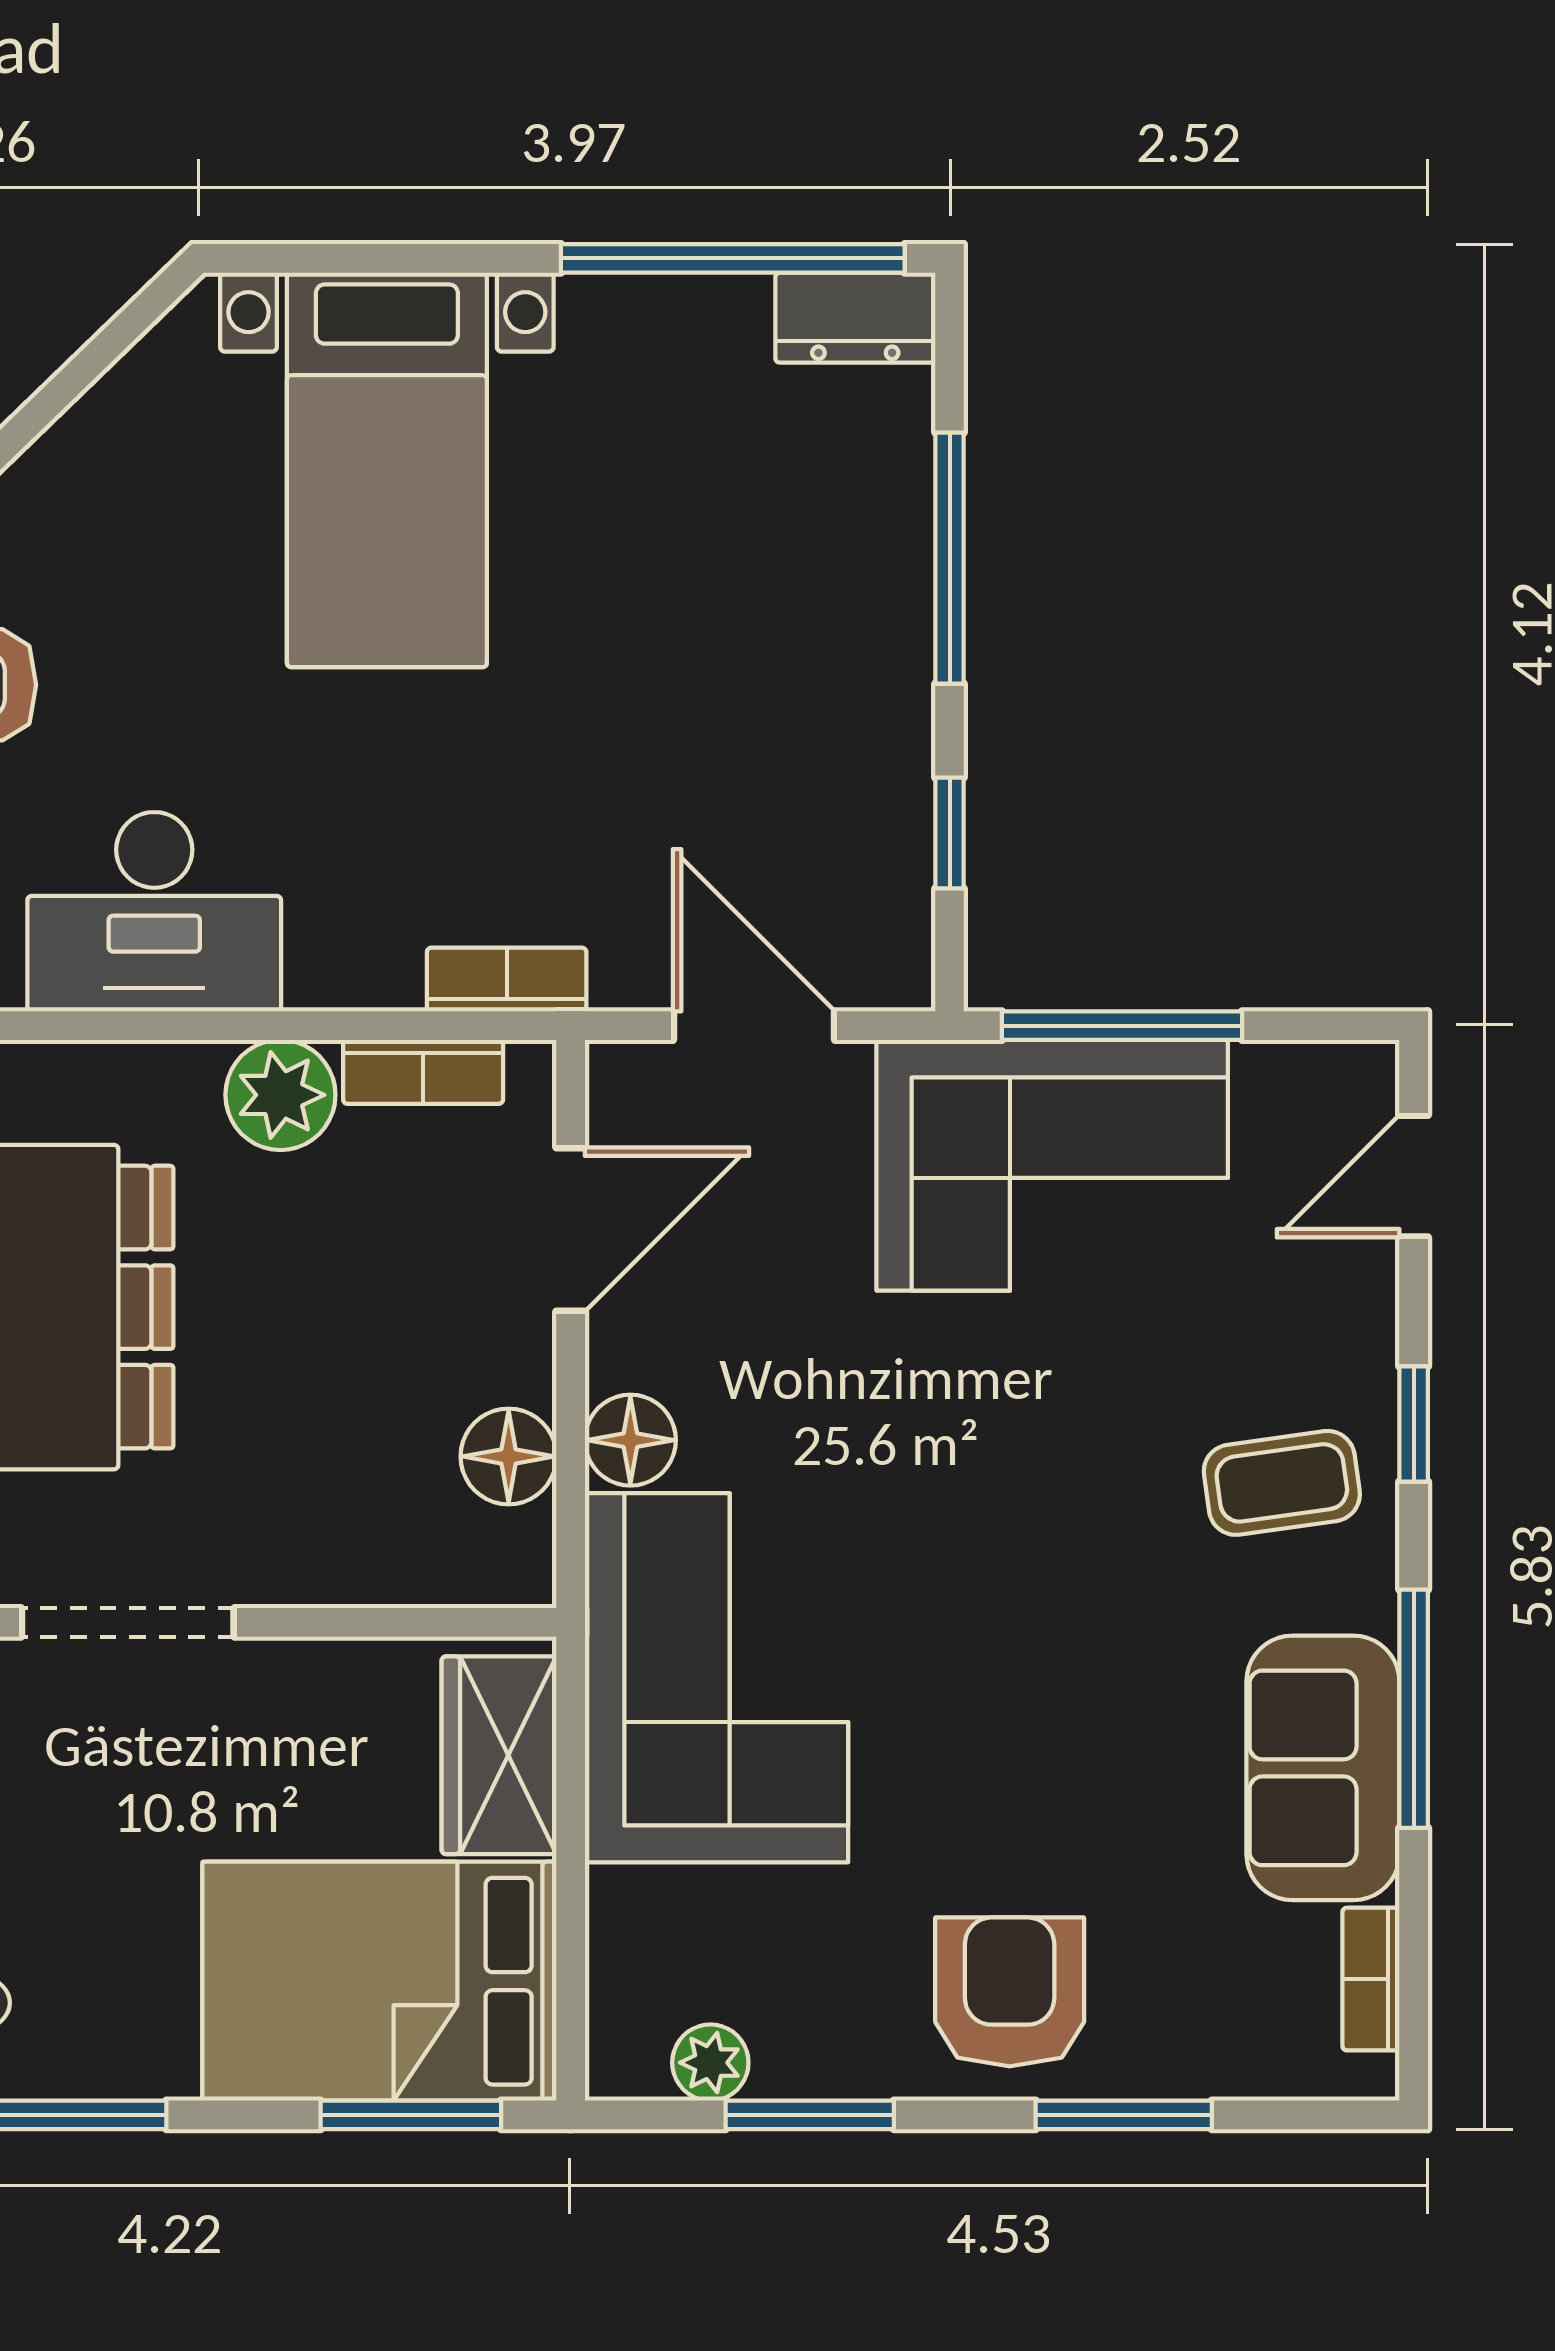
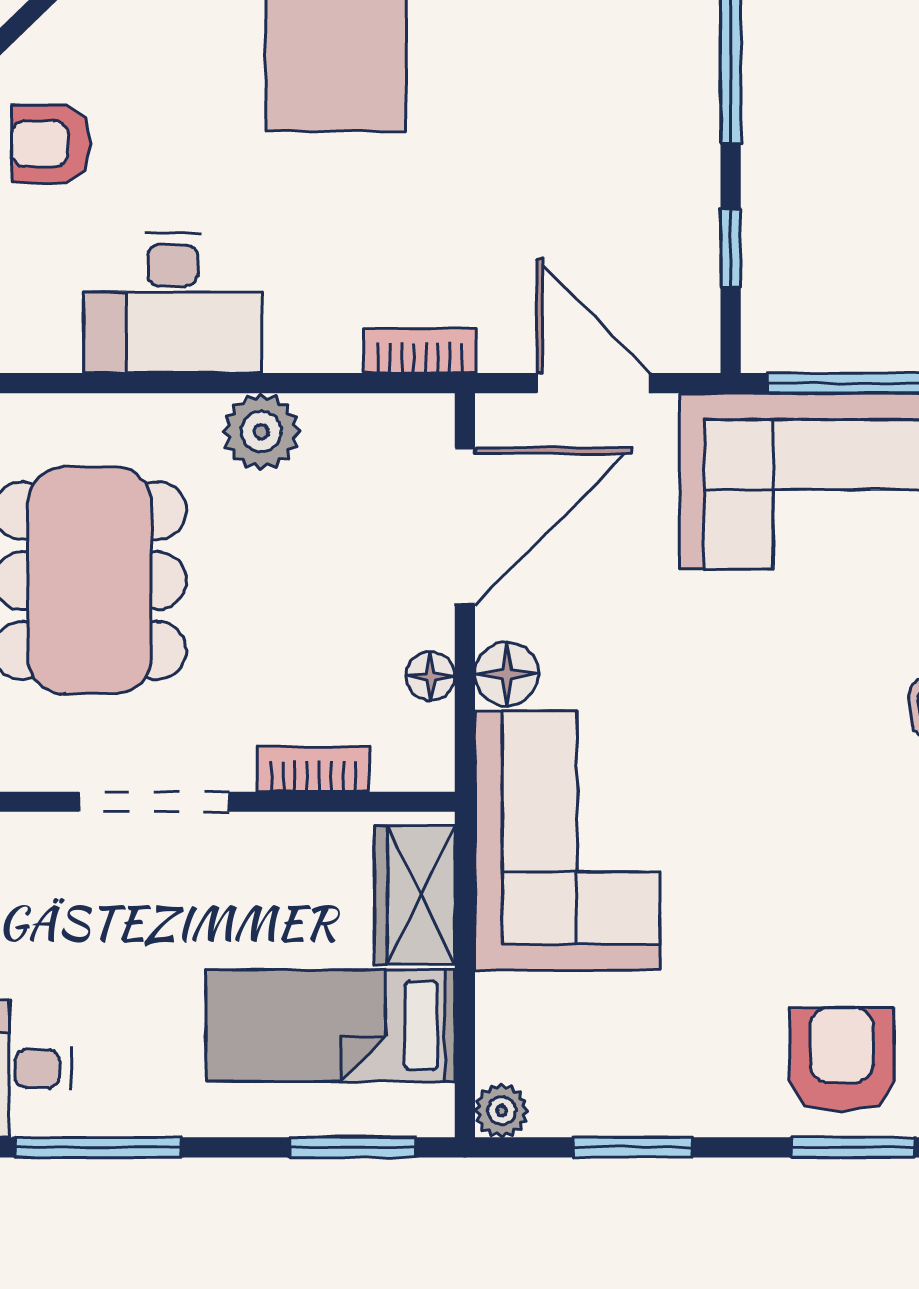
bookcase: (423, 1072) -> (314, 769), moved, turned 180
door: (571, 1229) -> (465, 526), width x1.36
floor lamp: (509, 1456) -> (430, 676), width x0.73, depth x0.73
bed: (379, 1981) -> (331, 1026), width x0.67
armchair: (1010, 1992) -> (842, 1060), moved
plant: (710, 2063) -> (502, 1111), moved

